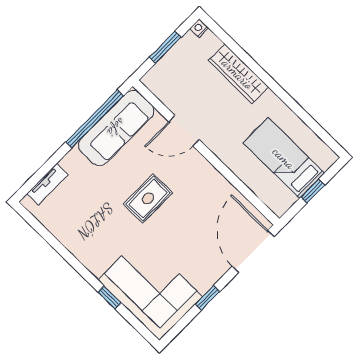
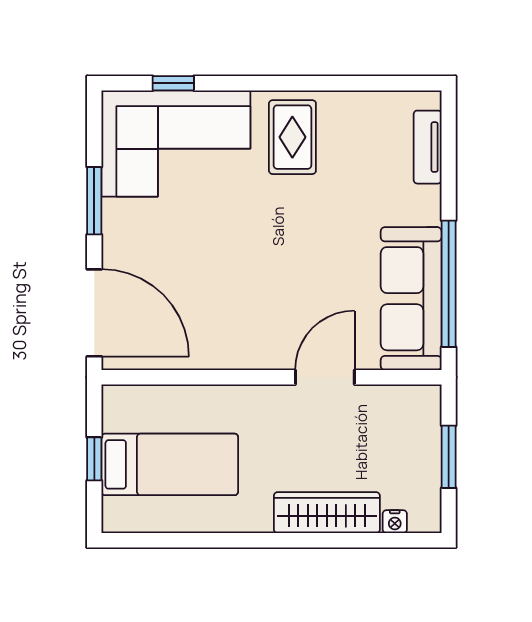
nightstand: (199, 28) -> (395, 522), moved, turned 90
rug: (148, 198) -> (292, 137), moved
window: (109, 297) -> (173, 83), moved
window: (207, 298) -> (94, 201), width x1.50

